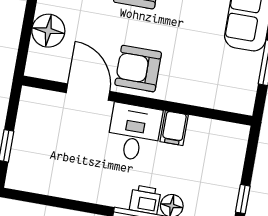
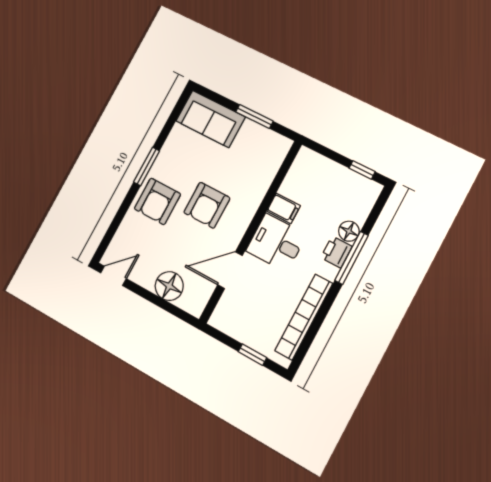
armchair: (138, 69) -> (207, 205), moved
bookcase: (65, 187) -> (304, 317), added

